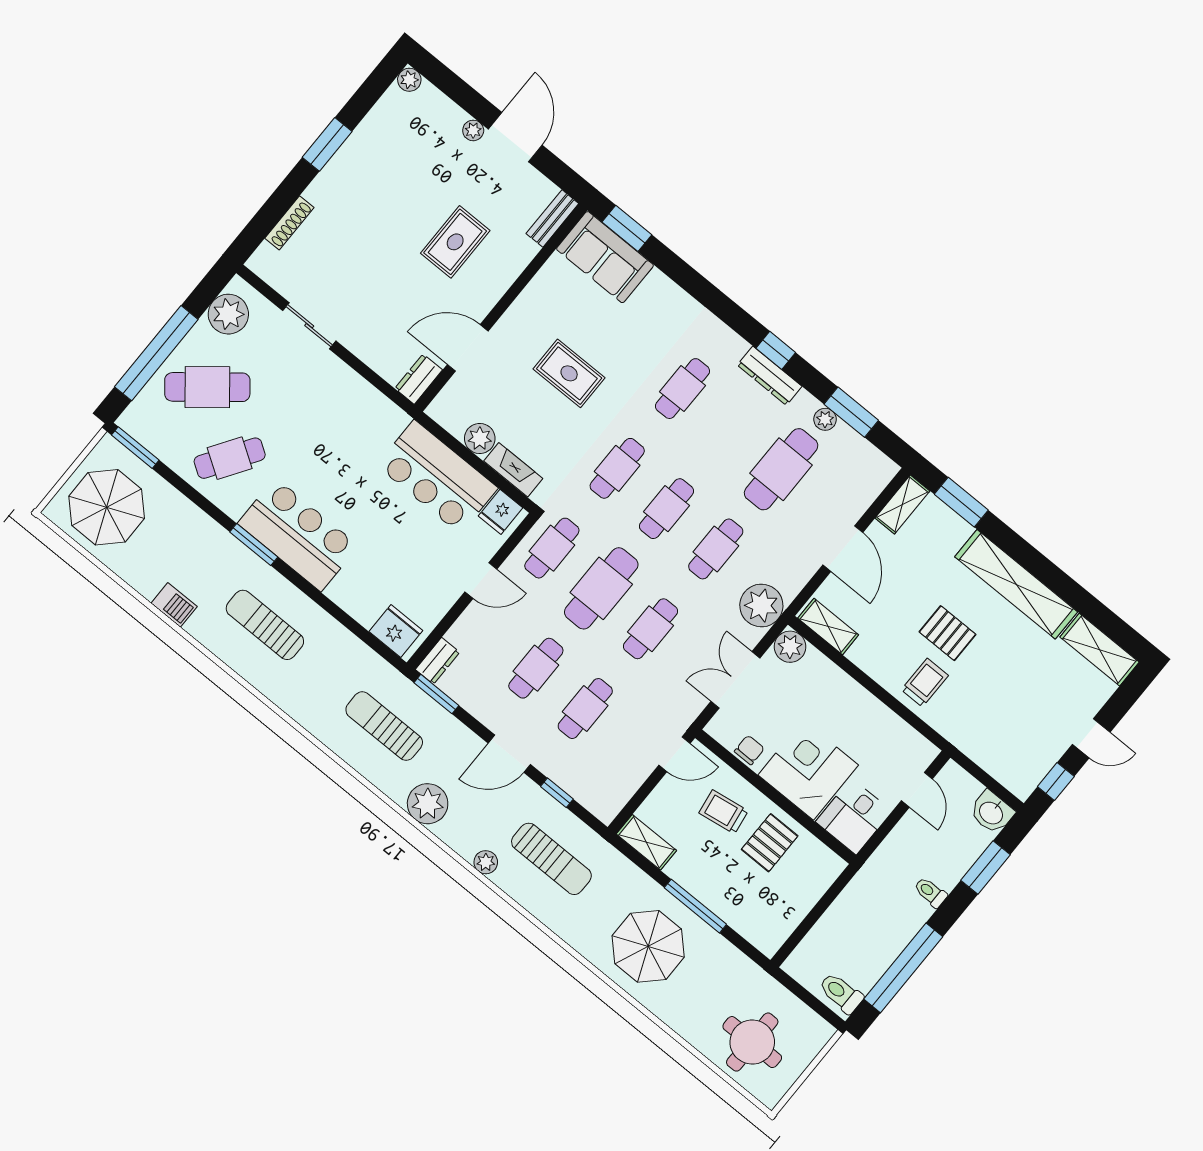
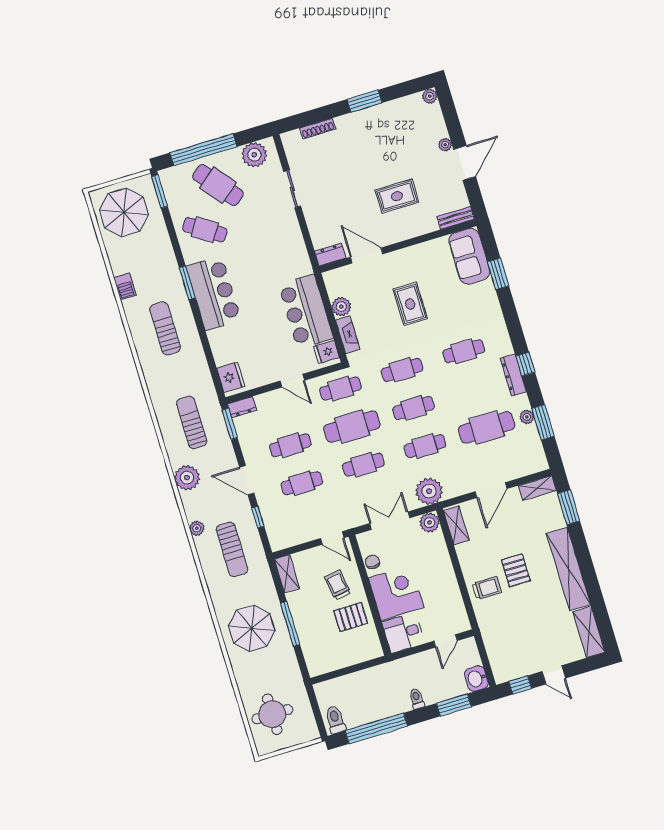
window: (627, 228) -> (498, 274), moved
chair: (749, 750) -> (372, 562), turned -90

